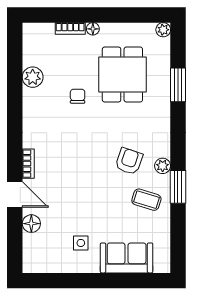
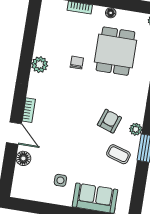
floor lamp: (93, 29) -> (111, 13), moved
plant: (33, 77) -> (40, 65), moved

